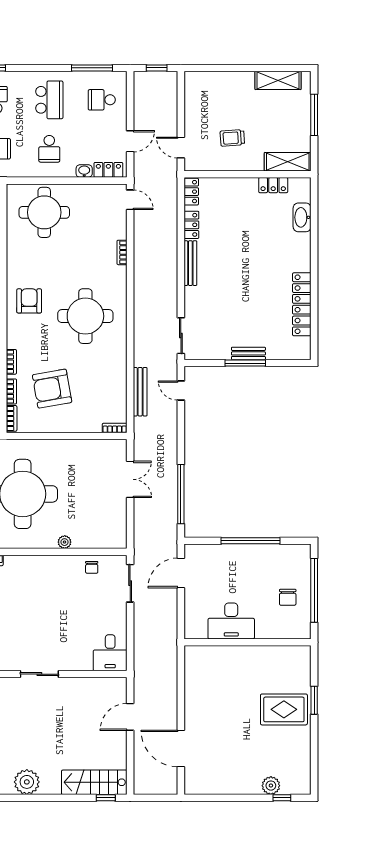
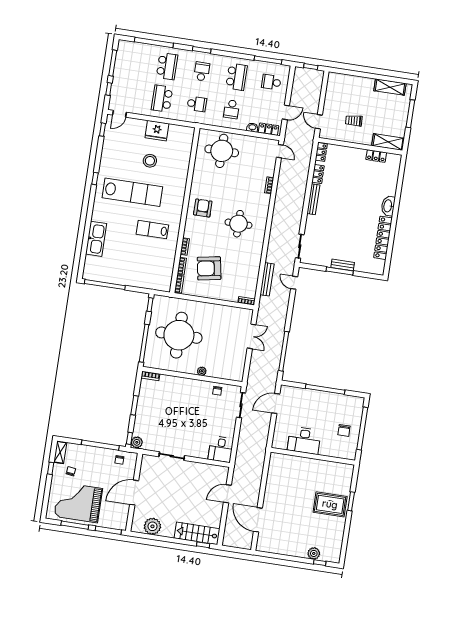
washbasin: (302, 217) -> (388, 206), moved
round table: (85, 316) -> (238, 224), width x0.73, depth x0.73

